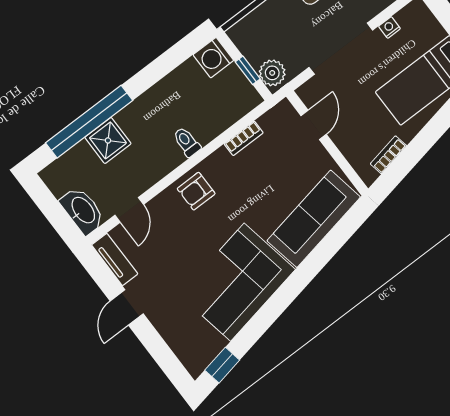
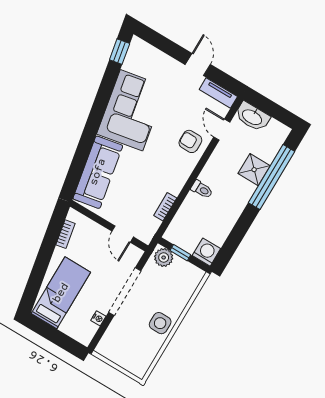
armchair: (196, 191) -> (190, 141), moved, turned -90

